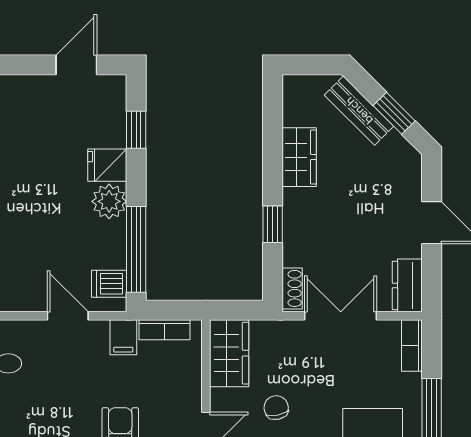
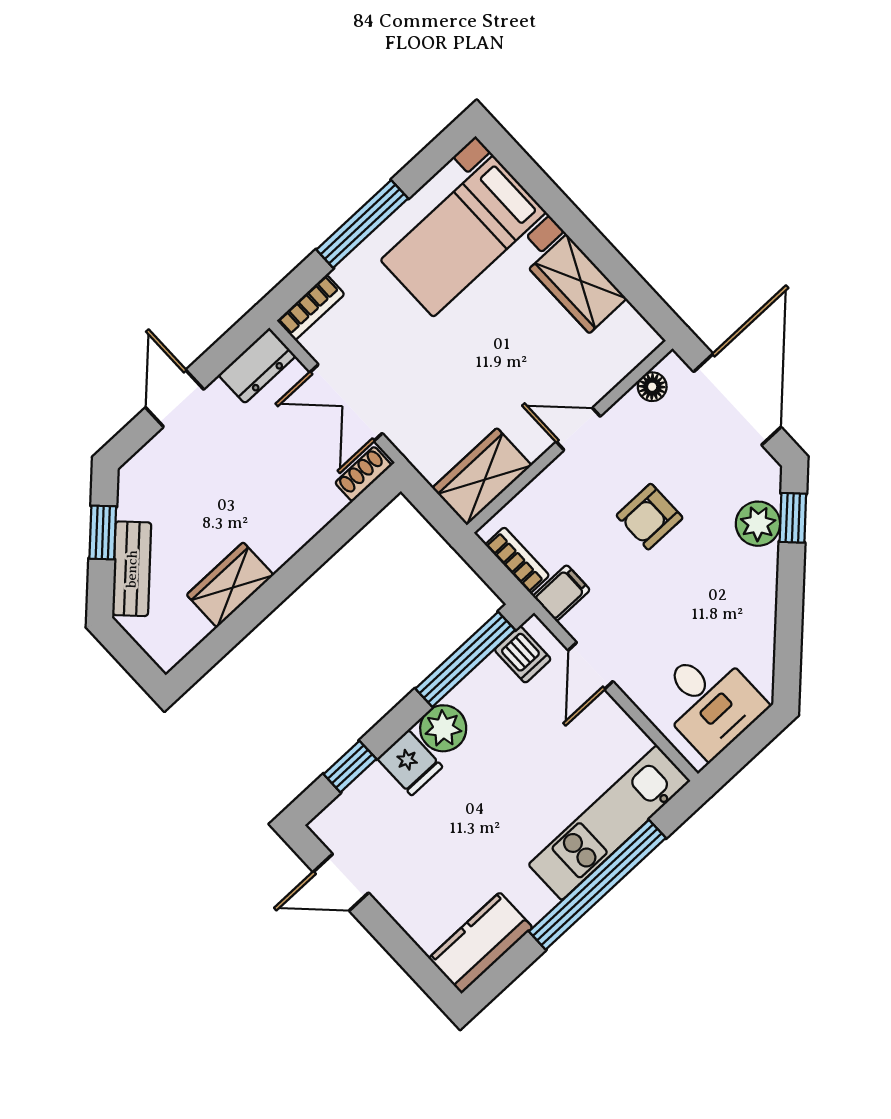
window: (273, 224) -> (319, 550), removed
chair: (276, 408) -> (492, 382), removed

